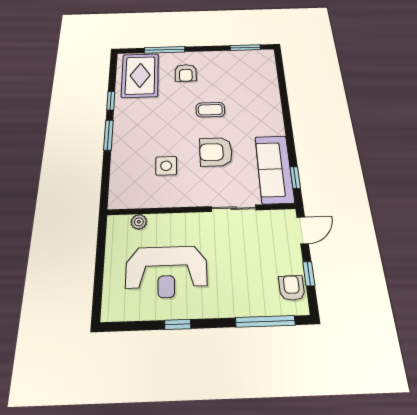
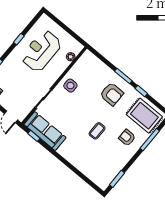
armchair: (216, 152) -> (112, 94), moved, turned 90
side table: (166, 166) -> (70, 86), moved

